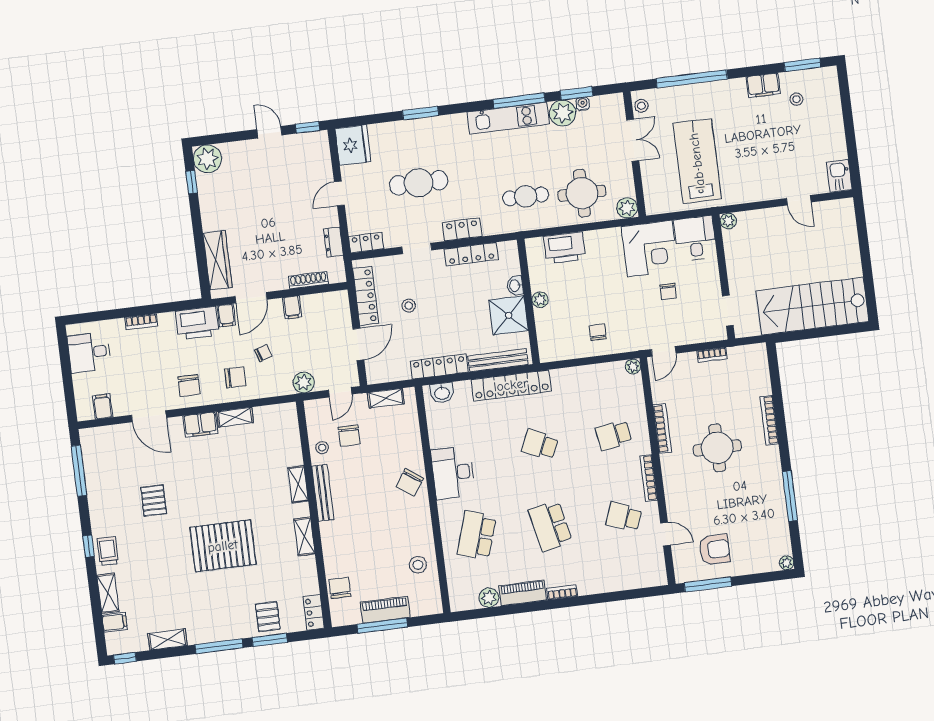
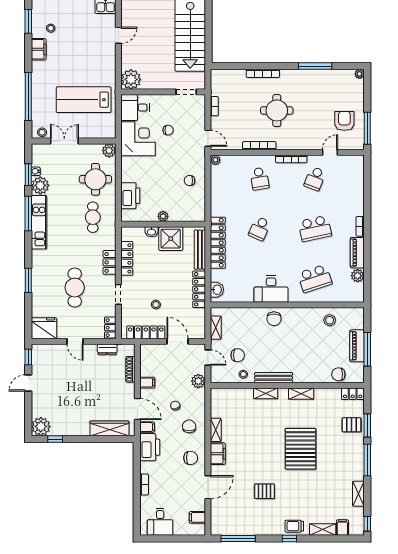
plant: (728, 221) -> (131, 79), width x1.87, depth x1.87
chair: (410, 482) -> (274, 319), turned 55
school desk: (477, 535) -> (315, 279), turned -36

